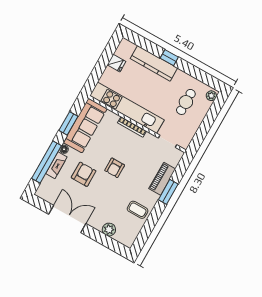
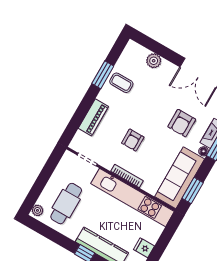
cafe table: (186, 102) -> (66, 204), width x1.37, depth x1.35
window: (68, 123) -> (193, 191), moved
armchair: (115, 168) -> (133, 140), moved, turned 180
window: (168, 192) -> (103, 75), moved

